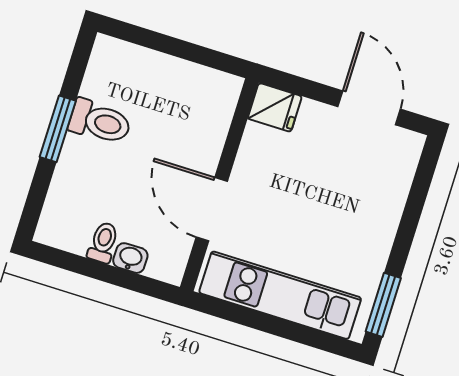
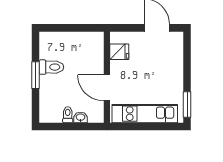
fridge: (275, 107) -> (119, 52), moved

